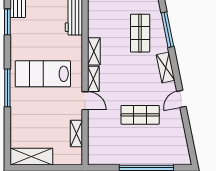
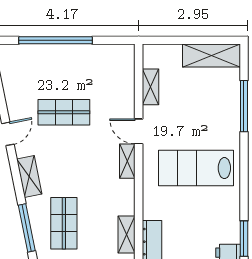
shelving: (94, 51) -> (127, 234), moved
lab bench: (43, 74) -> (196, 168), turned 180
window: (7, 88) -> (244, 106), moved

